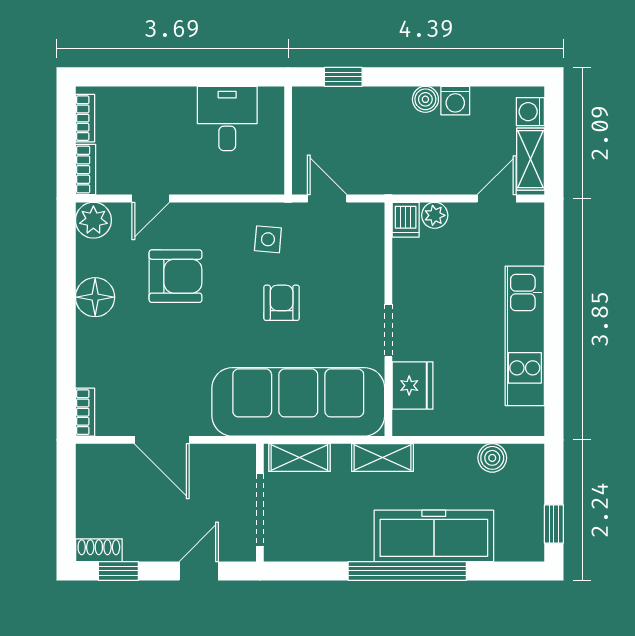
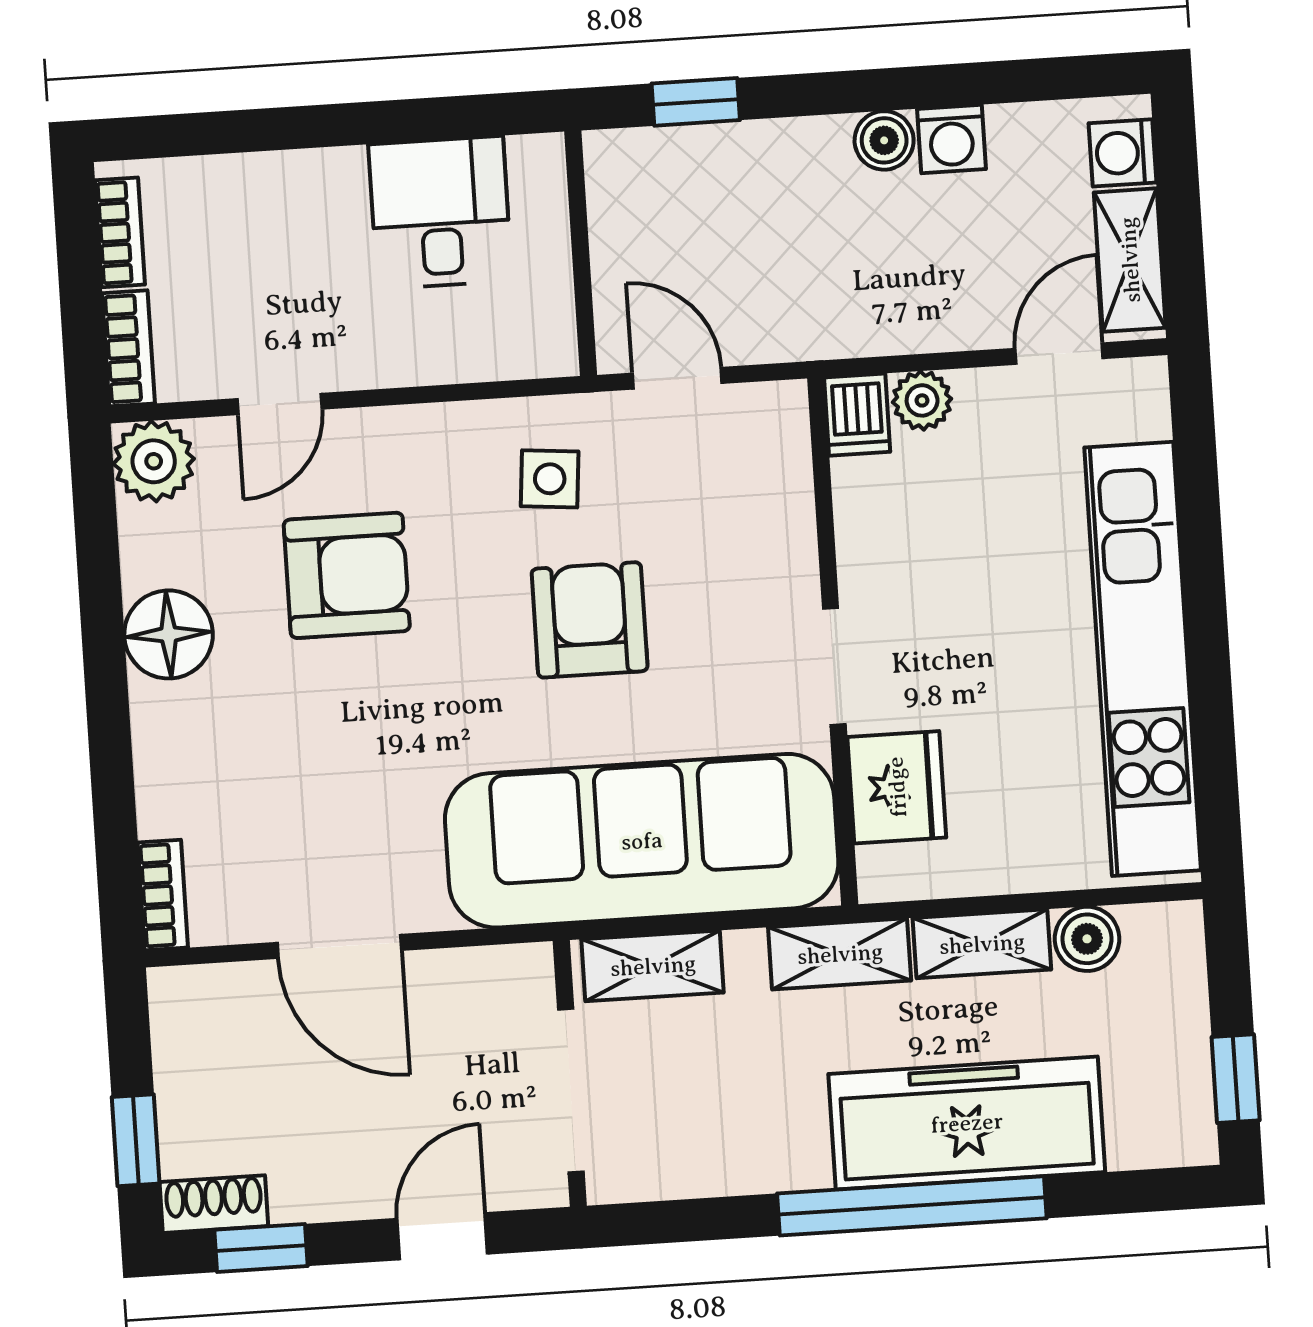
armchair: (282, 303) -> (590, 620), width x1.38, depth x1.38
kitchen unit: (525, 336) -> (1143, 659), width x1.36
shelving: (446, 457) -> (982, 944), added
window: (66, 520) -> (136, 1140), added

